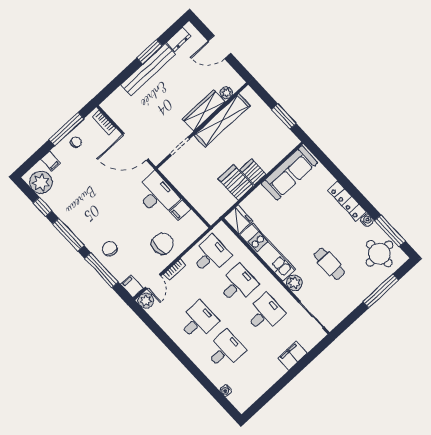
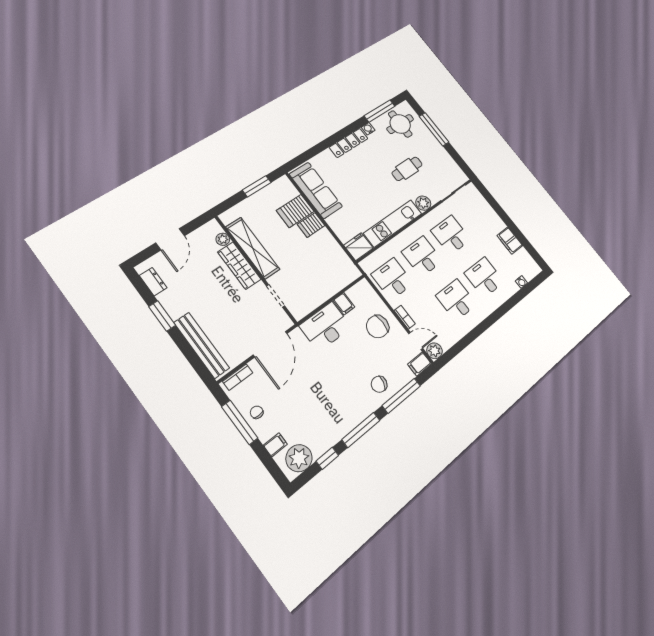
bench: (148, 69) -> (202, 345), moved
server rack: (236, 182) -> (295, 211), moved
chair: (163, 244) -> (378, 327), turned -90
filing cabinet: (292, 356) -> (510, 241), moved

